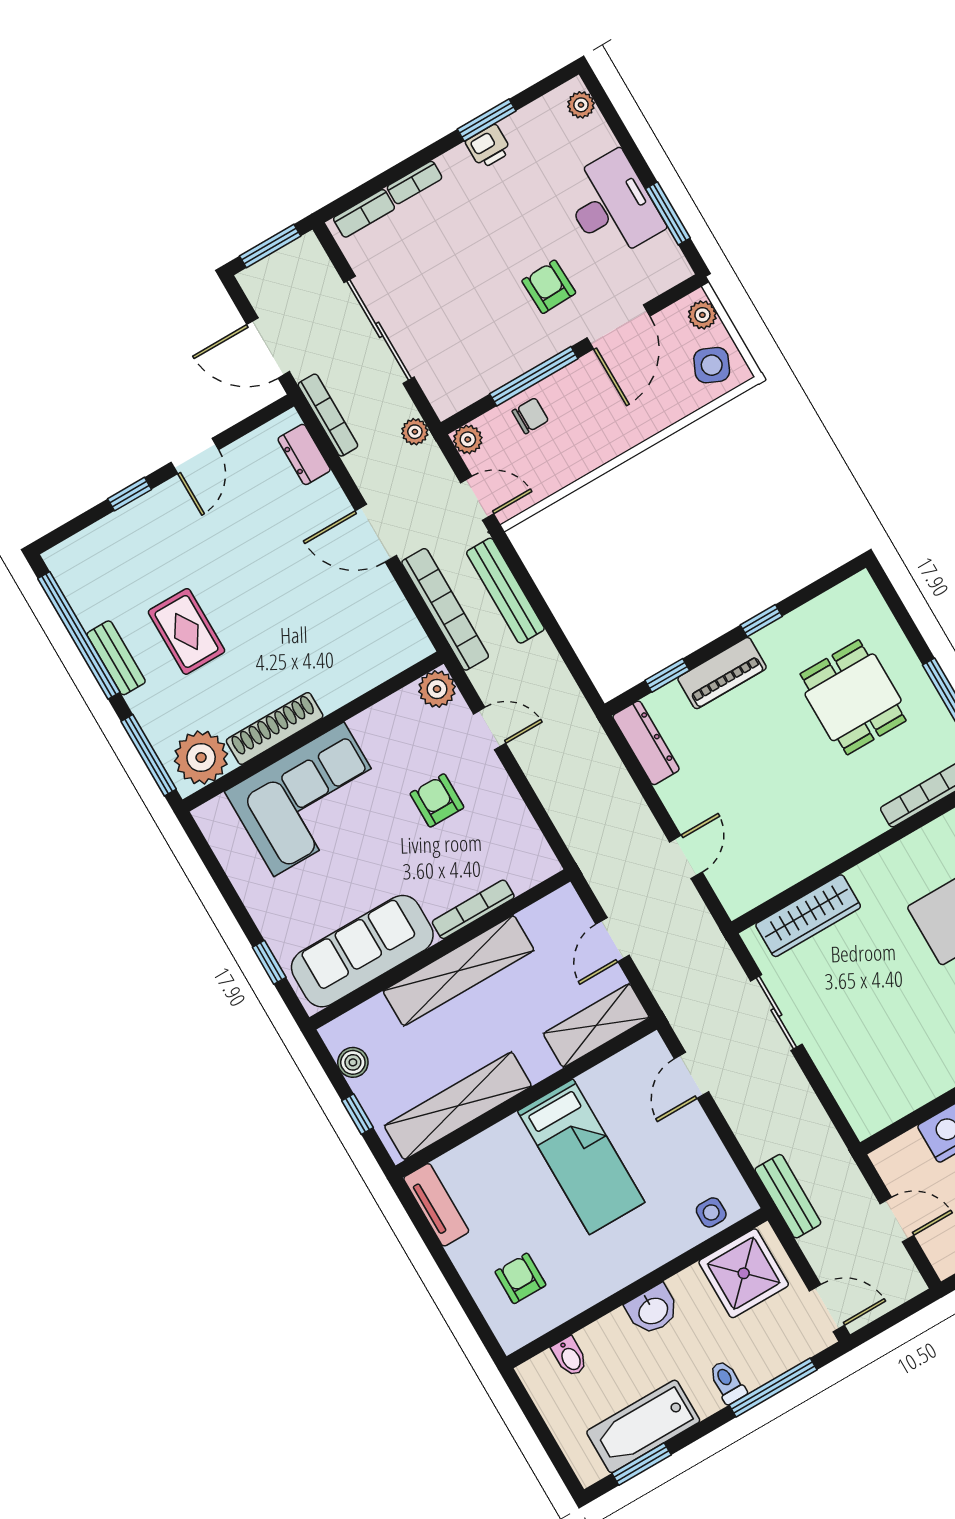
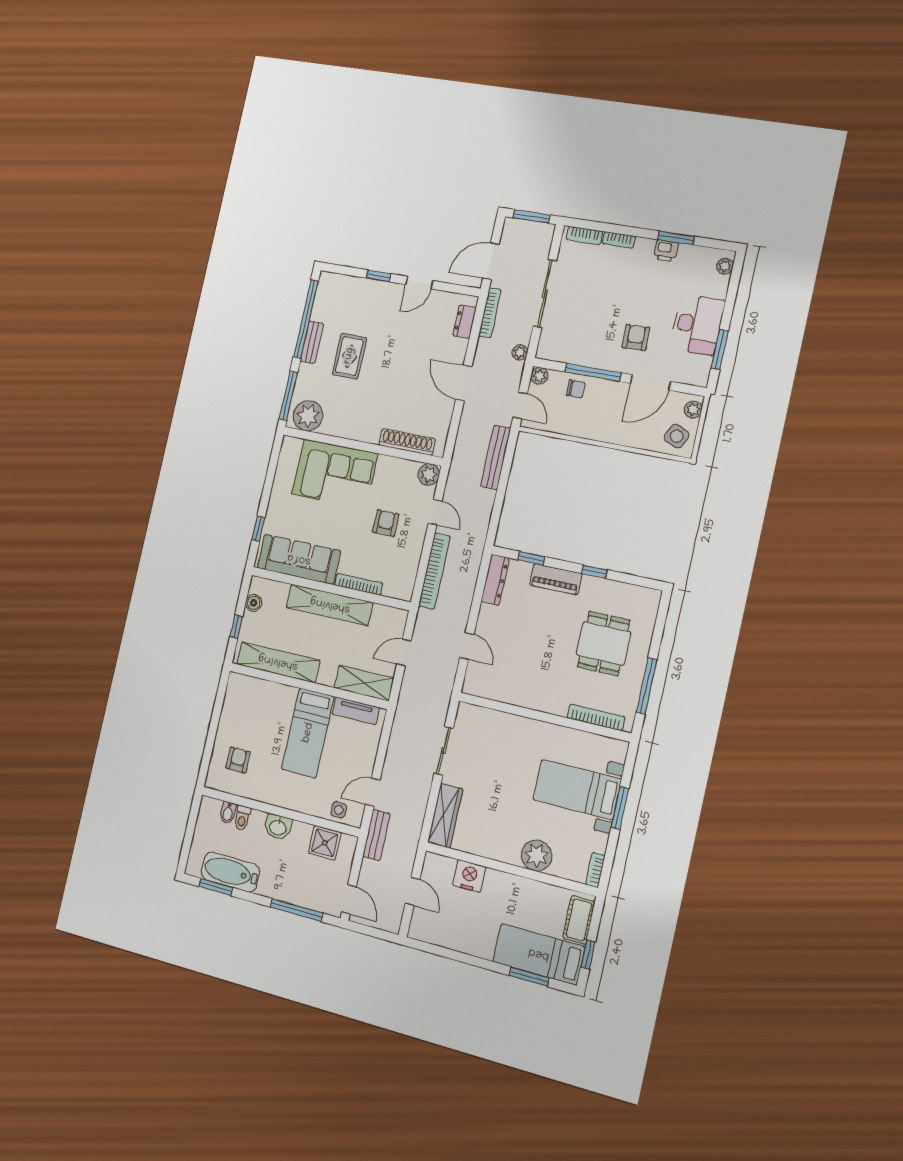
door: (268, 348) -> (491, 261), hinge flipped
bookcase: (445, 609) -> (434, 571), moved
shoe rack: (275, 728) -> (407, 442), moved
door: (686, 857) -> (467, 646), hinge flipped
wardrobe: (808, 916) -> (445, 816), moved, turned -90
door: (691, 1075) -> (373, 792), moved
tv unit: (436, 1205) -> (356, 711), moved, turned 90
shower: (744, 1273) -> (325, 843), width x0.73, depth x0.73
toilet: (727, 1382) -> (242, 818), moved, turned 180

